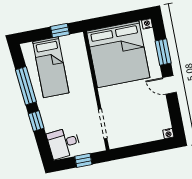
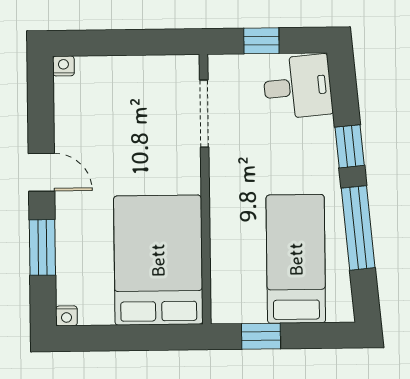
bed: (118, 54) -> (158, 260), width x0.73

